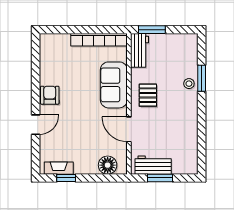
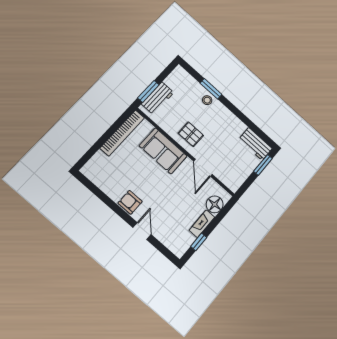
workbench: (140, 50) -> (158, 98), moved, turned 90
door: (129, 129) -> (203, 168), hinge flipped
workbench: (153, 165) -> (255, 144), moved, turned -90
fireplace: (59, 168) -> (202, 224), moved
window: (160, 178) -> (263, 165), moved

